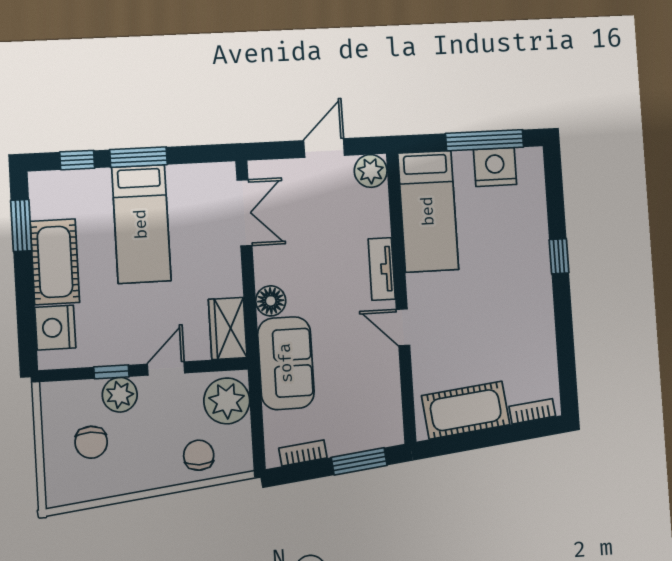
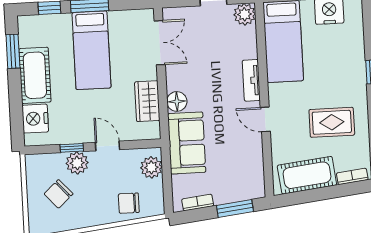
wardrobe: (228, 328) -> (147, 101), moved
rug: (501, 331) -> (332, 122), added
door: (166, 369) -> (107, 146), hinge flipped
plant: (227, 401) -> (151, 167), width x0.73, depth x0.73
chair: (91, 442) -> (59, 194), turned 48
chair: (199, 455) -> (129, 203), turned -90

